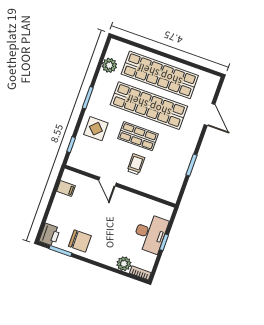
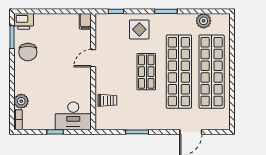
trolley: (136, 164) -> (107, 100), moved
filing cabinet: (66, 189) -> (85, 21), moved
desk: (150, 233) -> (73, 116), moved

